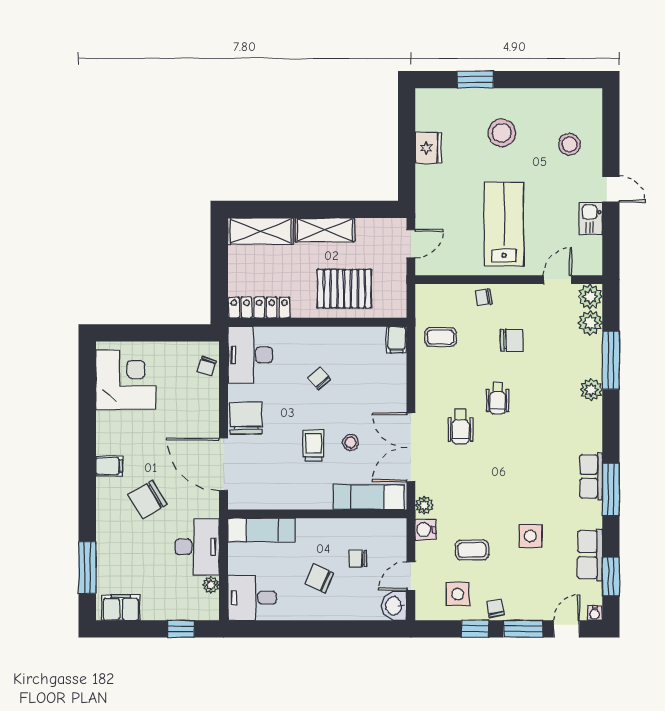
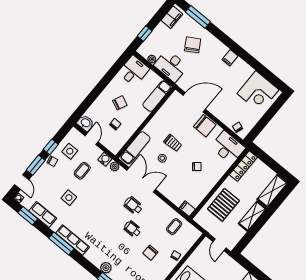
row of seats: (591, 476) -> (73, 240), width x1.48
chair: (148, 500) -> (193, 45), moved

